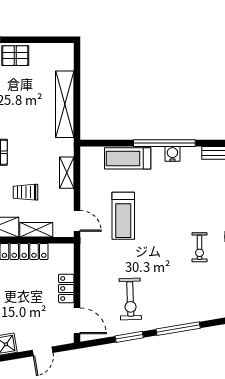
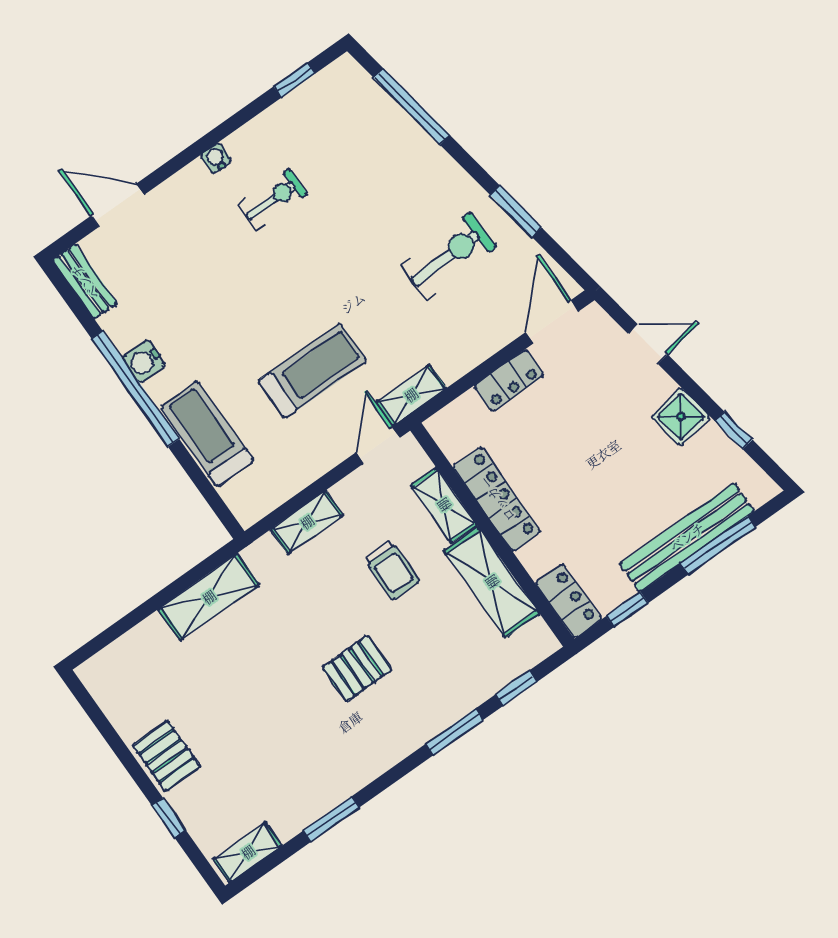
shelving: (65, 104) -> (209, 597), width x0.68
treadmill: (128, 158) -> (207, 434), turned 180
shelving: (87, 247) -> (411, 395), added
window: (178, 329) -> (412, 106), moved

